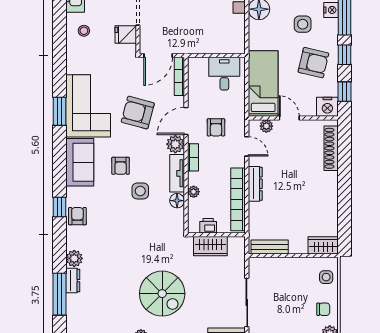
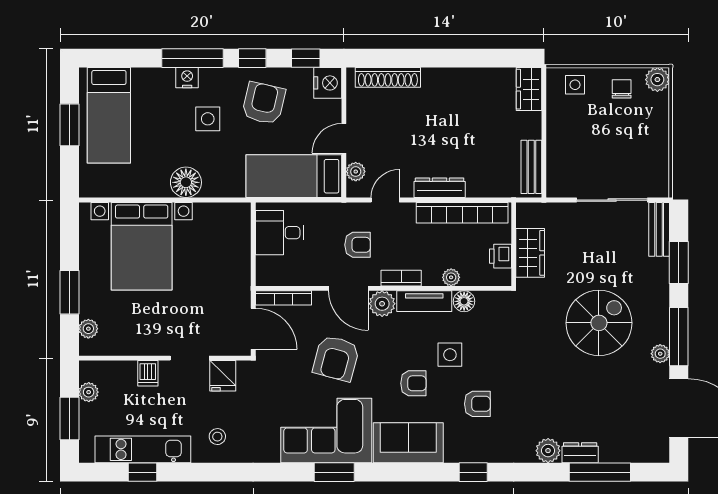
armchair: (77, 216) -> (477, 404), moved, turned 180

